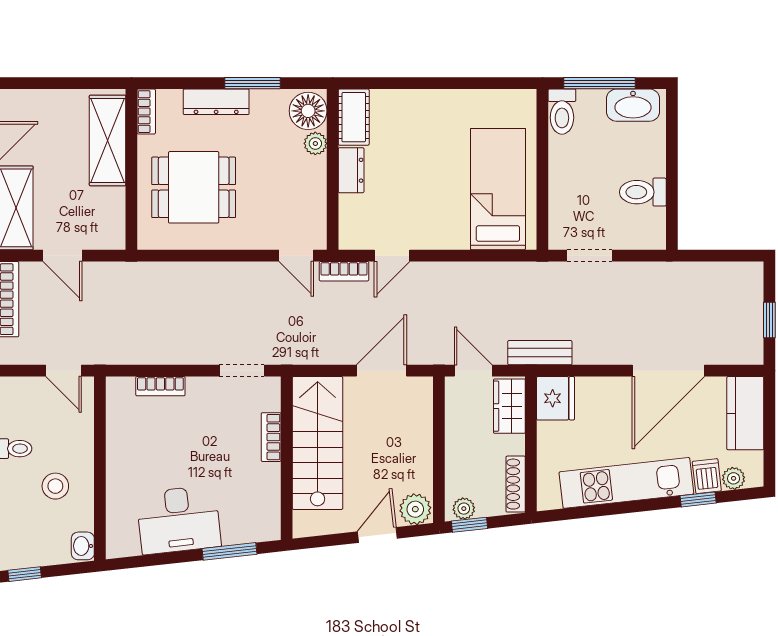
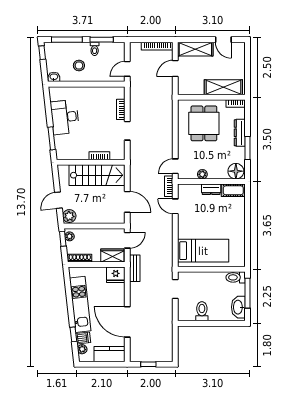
plant: (315, 143) -> (202, 174), moved
doorway: (242, 371) -> (127, 131), moved
door: (377, 535) -> (58, 200), swing flipped

